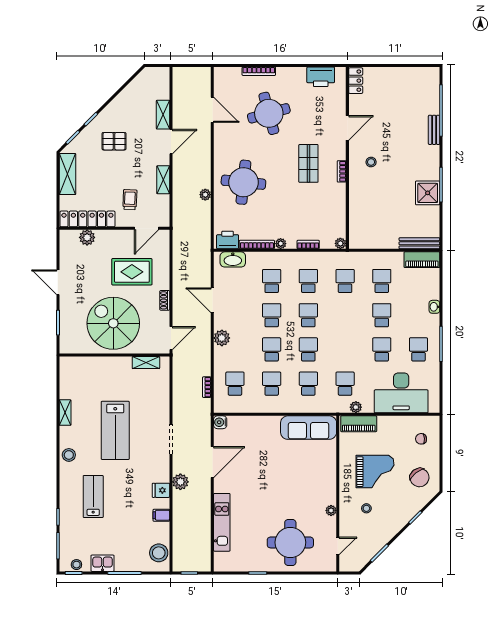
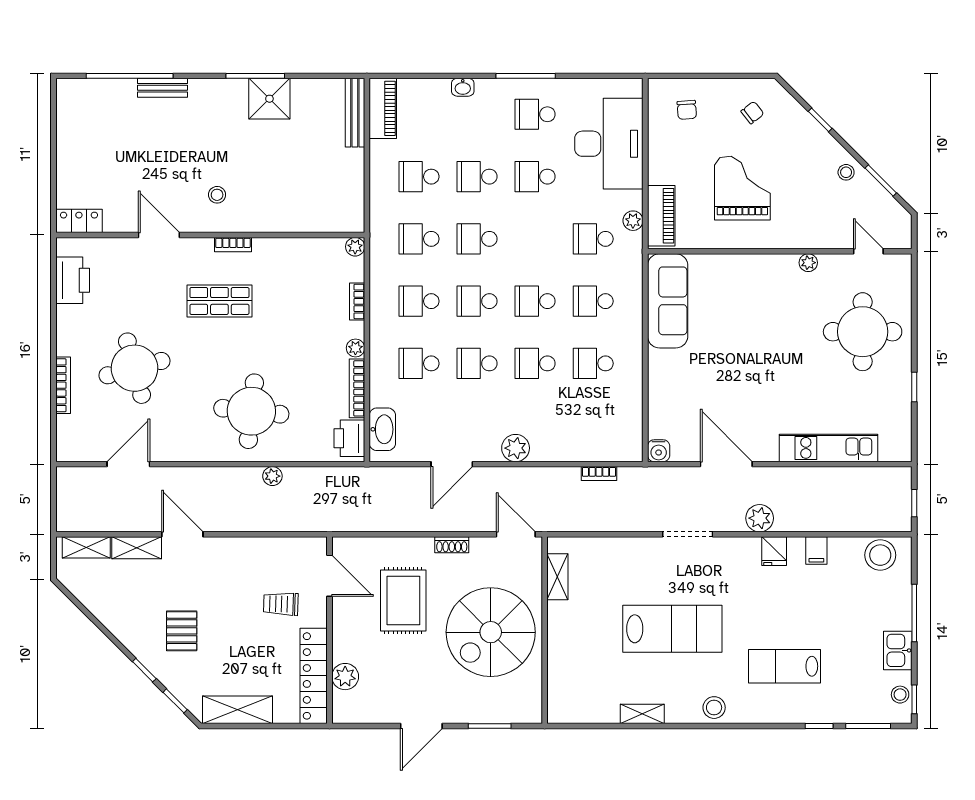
shelving: (163, 180) -> (86, 547), moved
school desk: (235, 384) -> (477, 239), moved
chair: (419, 478) -> (752, 113), width x0.54, depth x0.54
stool: (366, 508) -> (846, 172), moved

